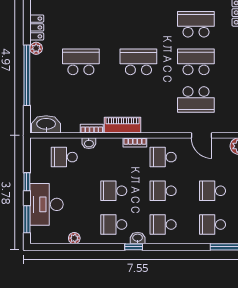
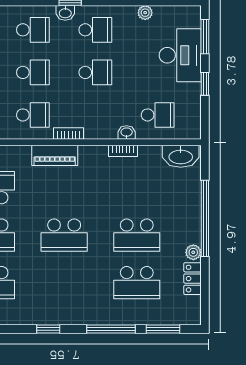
school desk: (81, 24) -> (137, 283), added
piano: (123, 125) -> (55, 155), moved

